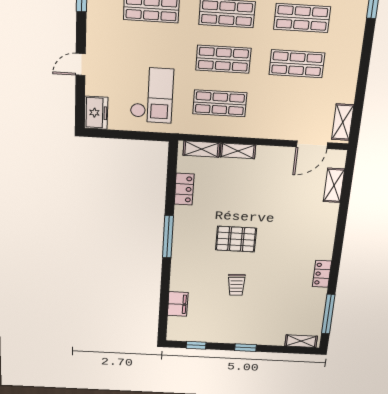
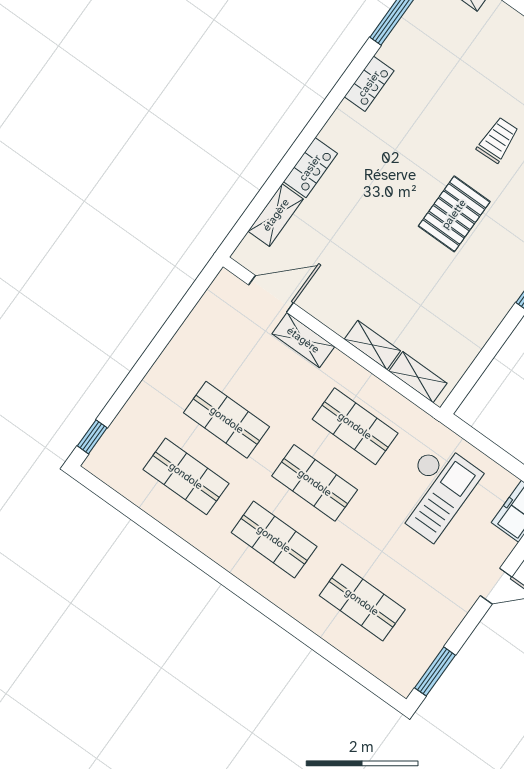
checkout: (152, 95) -> (434, 491), turned 180
shelving: (343, 122) -> (303, 340), moved, turned 90
locker: (184, 189) -> (310, 168), moved, turned 180
pallet: (236, 239) -> (454, 214), turned 90

